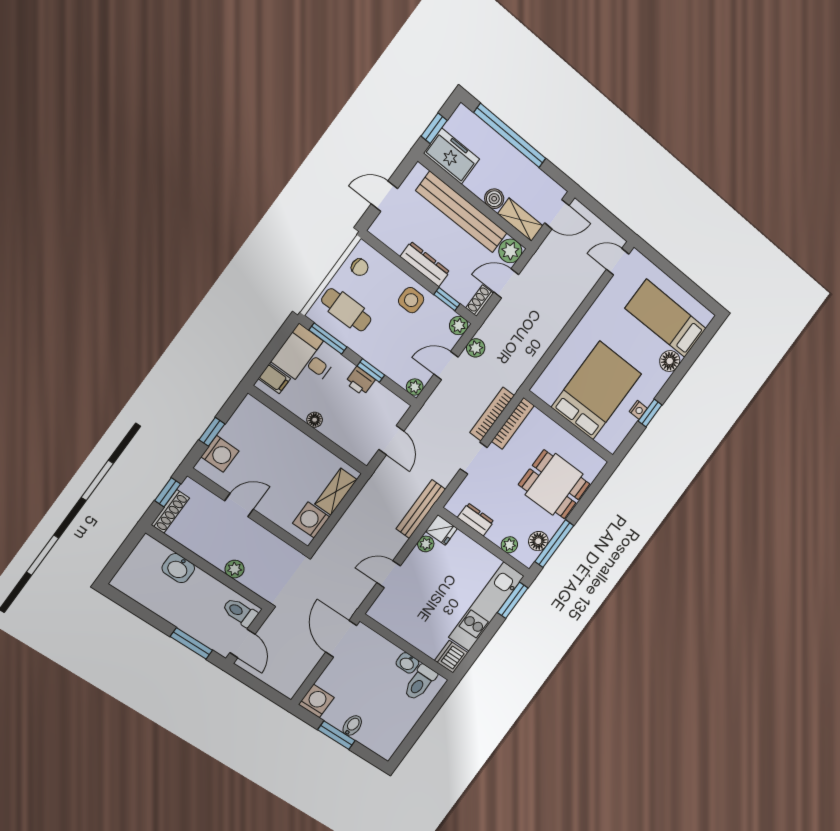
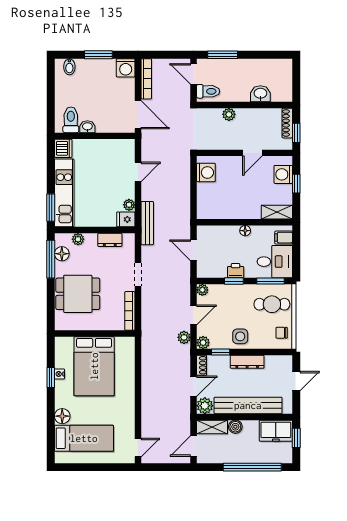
bookcase: (492, 414) -> (146, 79), moved
shelving: (336, 492) -> (277, 212), moved, turned 90
bidet: (352, 726) -> (69, 67), moved

